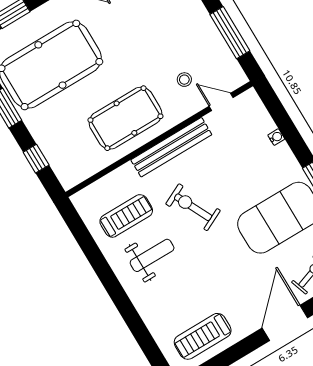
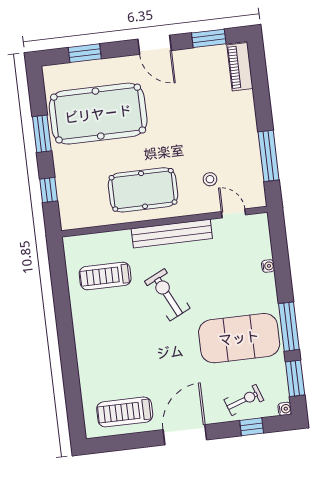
treadmill: (126, 216) -> (105, 276), turned 180
weight bench: (152, 255) -> (112, 321), removed
door: (285, 323) -> (185, 435), moved

